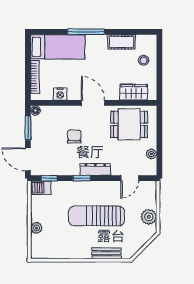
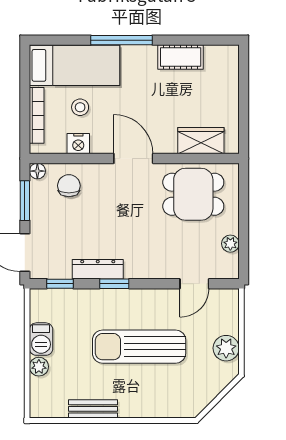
stool: (144, 60) -> (80, 107), moved
chair: (74, 136) -> (69, 186), moved
dresser: (95, 169) -> (98, 269), moved
barbecue: (41, 188) -> (41, 339), moved, turned -90
bench: (107, 253) -> (93, 409), moved

